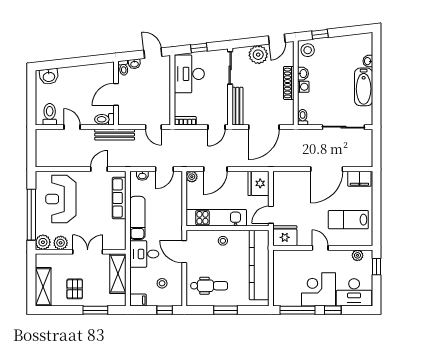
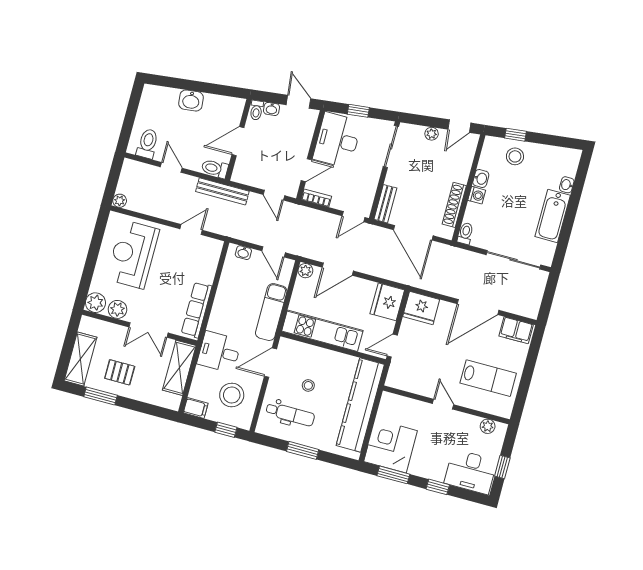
stool: (308, 50) -> (515, 156), moved
plant: (258, 55) -> (432, 134), width x0.53, depth x0.53
washbasin: (49, 76) -> (191, 100), moved
shoe rack: (289, 83) -> (454, 205), moved
door: (172, 102) -> (306, 170), added
bench: (237, 106) -> (385, 204), width x0.73
door: (264, 127) -> (413, 233), hinge flipped
plant: (40, 162) -> (120, 201), added
door: (164, 169) -> (273, 252), hinge flipped
row of seats: (119, 198) -> (197, 310), moved
window: (31, 215) -> (90, 264), removed
exam couch: (137, 218) -> (271, 312), moved, turned 180
lab bench: (348, 220) -> (488, 378), turned 180
fridge: (285, 236) -> (421, 308), moved, turned 180
stool: (223, 241) -> (308, 385), moved
double door: (88, 252) -> (149, 330), swing flipped
door: (184, 252) -> (270, 363), hinge flipped
window: (376, 267) -> (502, 467), moved
stool: (162, 283) -> (232, 395), width x1.89, depth x1.89
pallet: (75, 289) -> (120, 372), turned 90
corner desk: (319, 289) -> (391, 446), moved
window: (95, 310) -> (101, 396), moved
window: (297, 310) -> (393, 475), width x0.69

